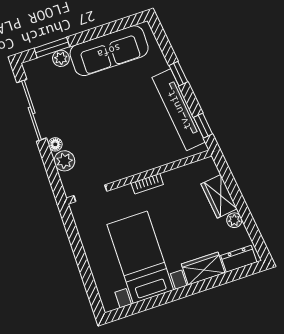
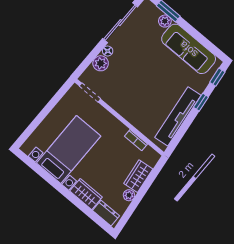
window: (203, 126) -> (217, 77), moved
bookcase: (147, 184) -> (136, 140), moved

